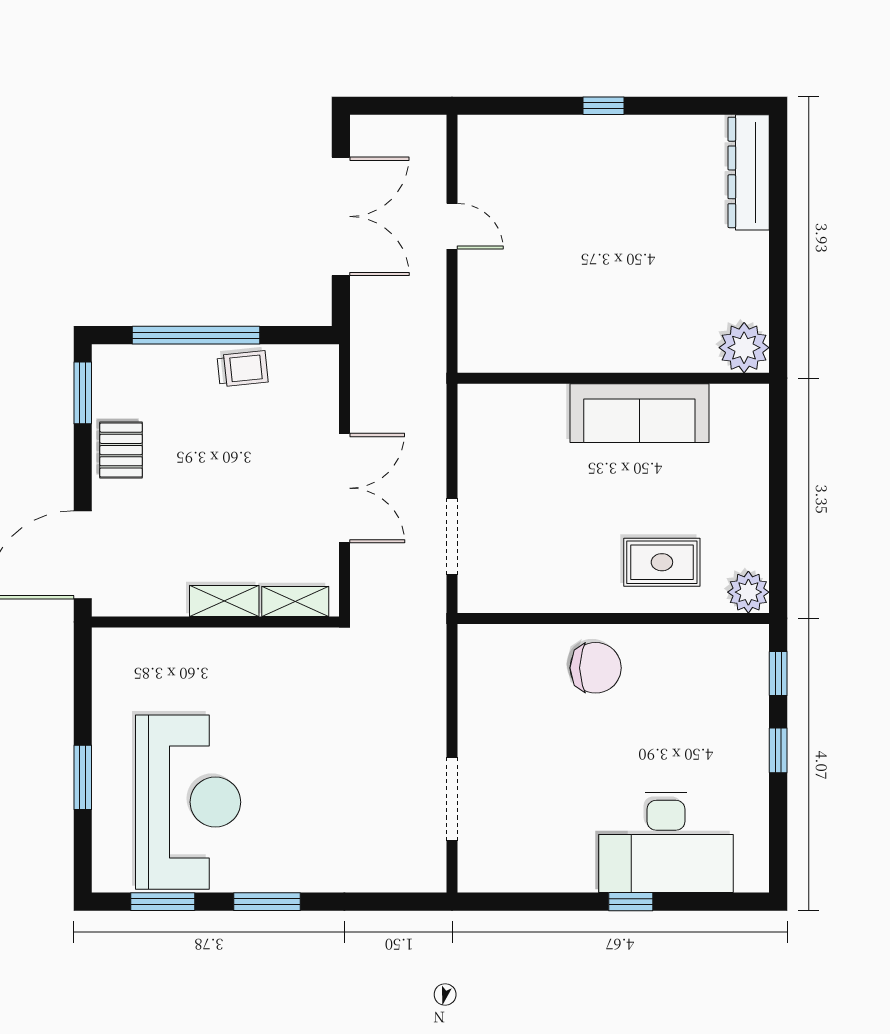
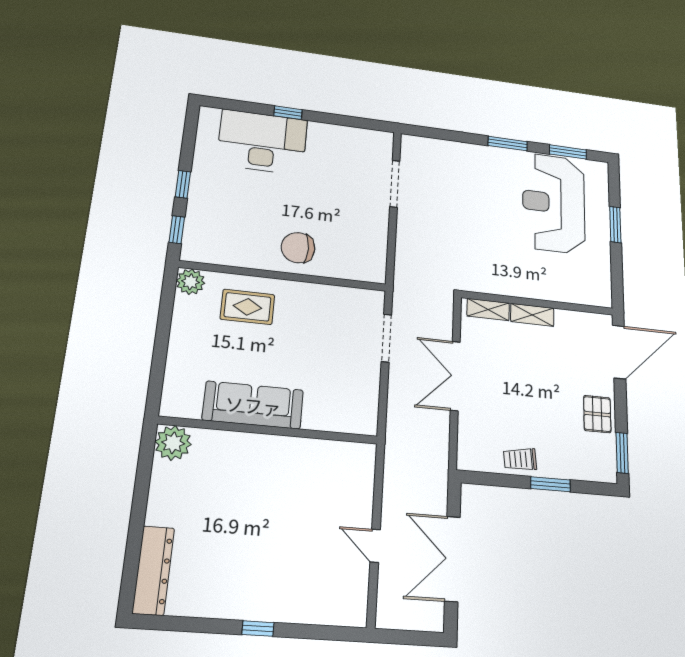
window: (196, 335) -> (550, 484), width x0.47

